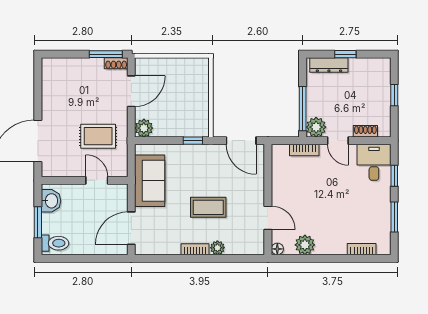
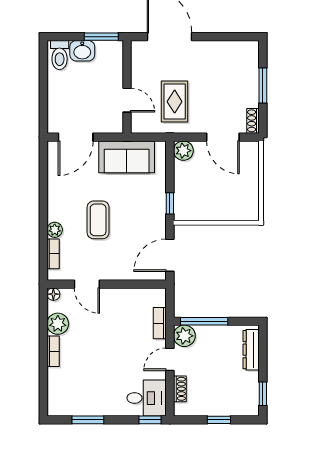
window: (106, 54) -> (263, 85), moved
window: (345, 54) -> (263, 394), moved
window: (394, 176) -> (150, 420), moved
door: (97, 180) -> (127, 100), hinge flipped
washbasin: (51, 201) -> (82, 51), moved
door: (268, 218) -> (87, 284), hinge flipped
window: (38, 222) -> (101, 37), moved
door: (131, 228) -> (76, 137), swing flipped
bookcase: (195, 249) -> (53, 254), moved
bookcase: (362, 249) -> (53, 351), moved

